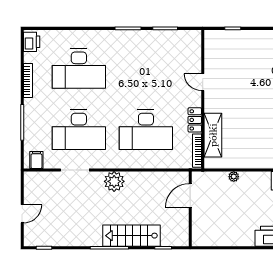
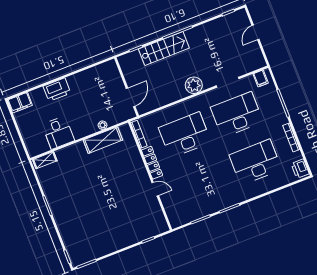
locker: (195, 120) -> (152, 163), width x1.53
shelving: (213, 135) -> (103, 140), moved, turned 90

